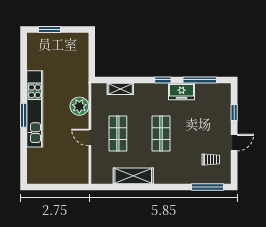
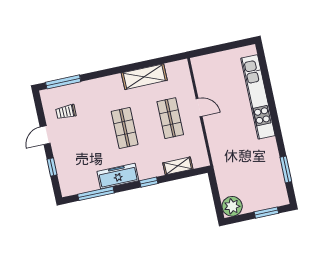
window: (163, 80) -> (149, 182), moved
freezer: (182, 91) -> (118, 176), width x1.40
plant: (79, 106) -> (232, 206), moved
kitchen unit: (35, 109) -> (258, 97), moved
window: (24, 115) -> (286, 169), moved

